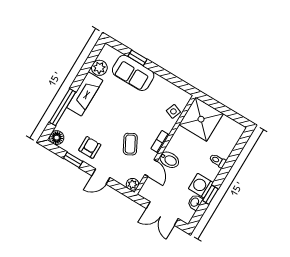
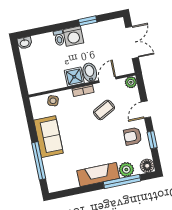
window: (137, 58) -> (39, 161), width x2.17
plant: (99, 68) -> (126, 170), moved
sofa: (133, 73) -> (49, 137), moved
shower: (201, 119) -> (74, 77), moved, width x0.54, depth x0.54
door: (101, 177) -> (146, 109), swing flipped
washing machine: (201, 186) -> (73, 36), moved
washbasin: (195, 202) -> (25, 43), moved

